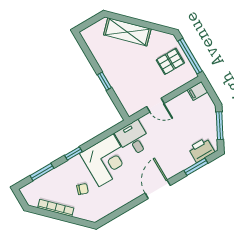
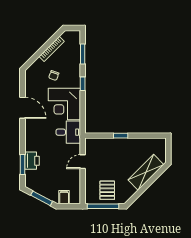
filing cabinet: (197, 91) -> (64, 197), moved
printer: (201, 150) -> (32, 161), moved
door: (158, 189) -> (22, 108), moved

